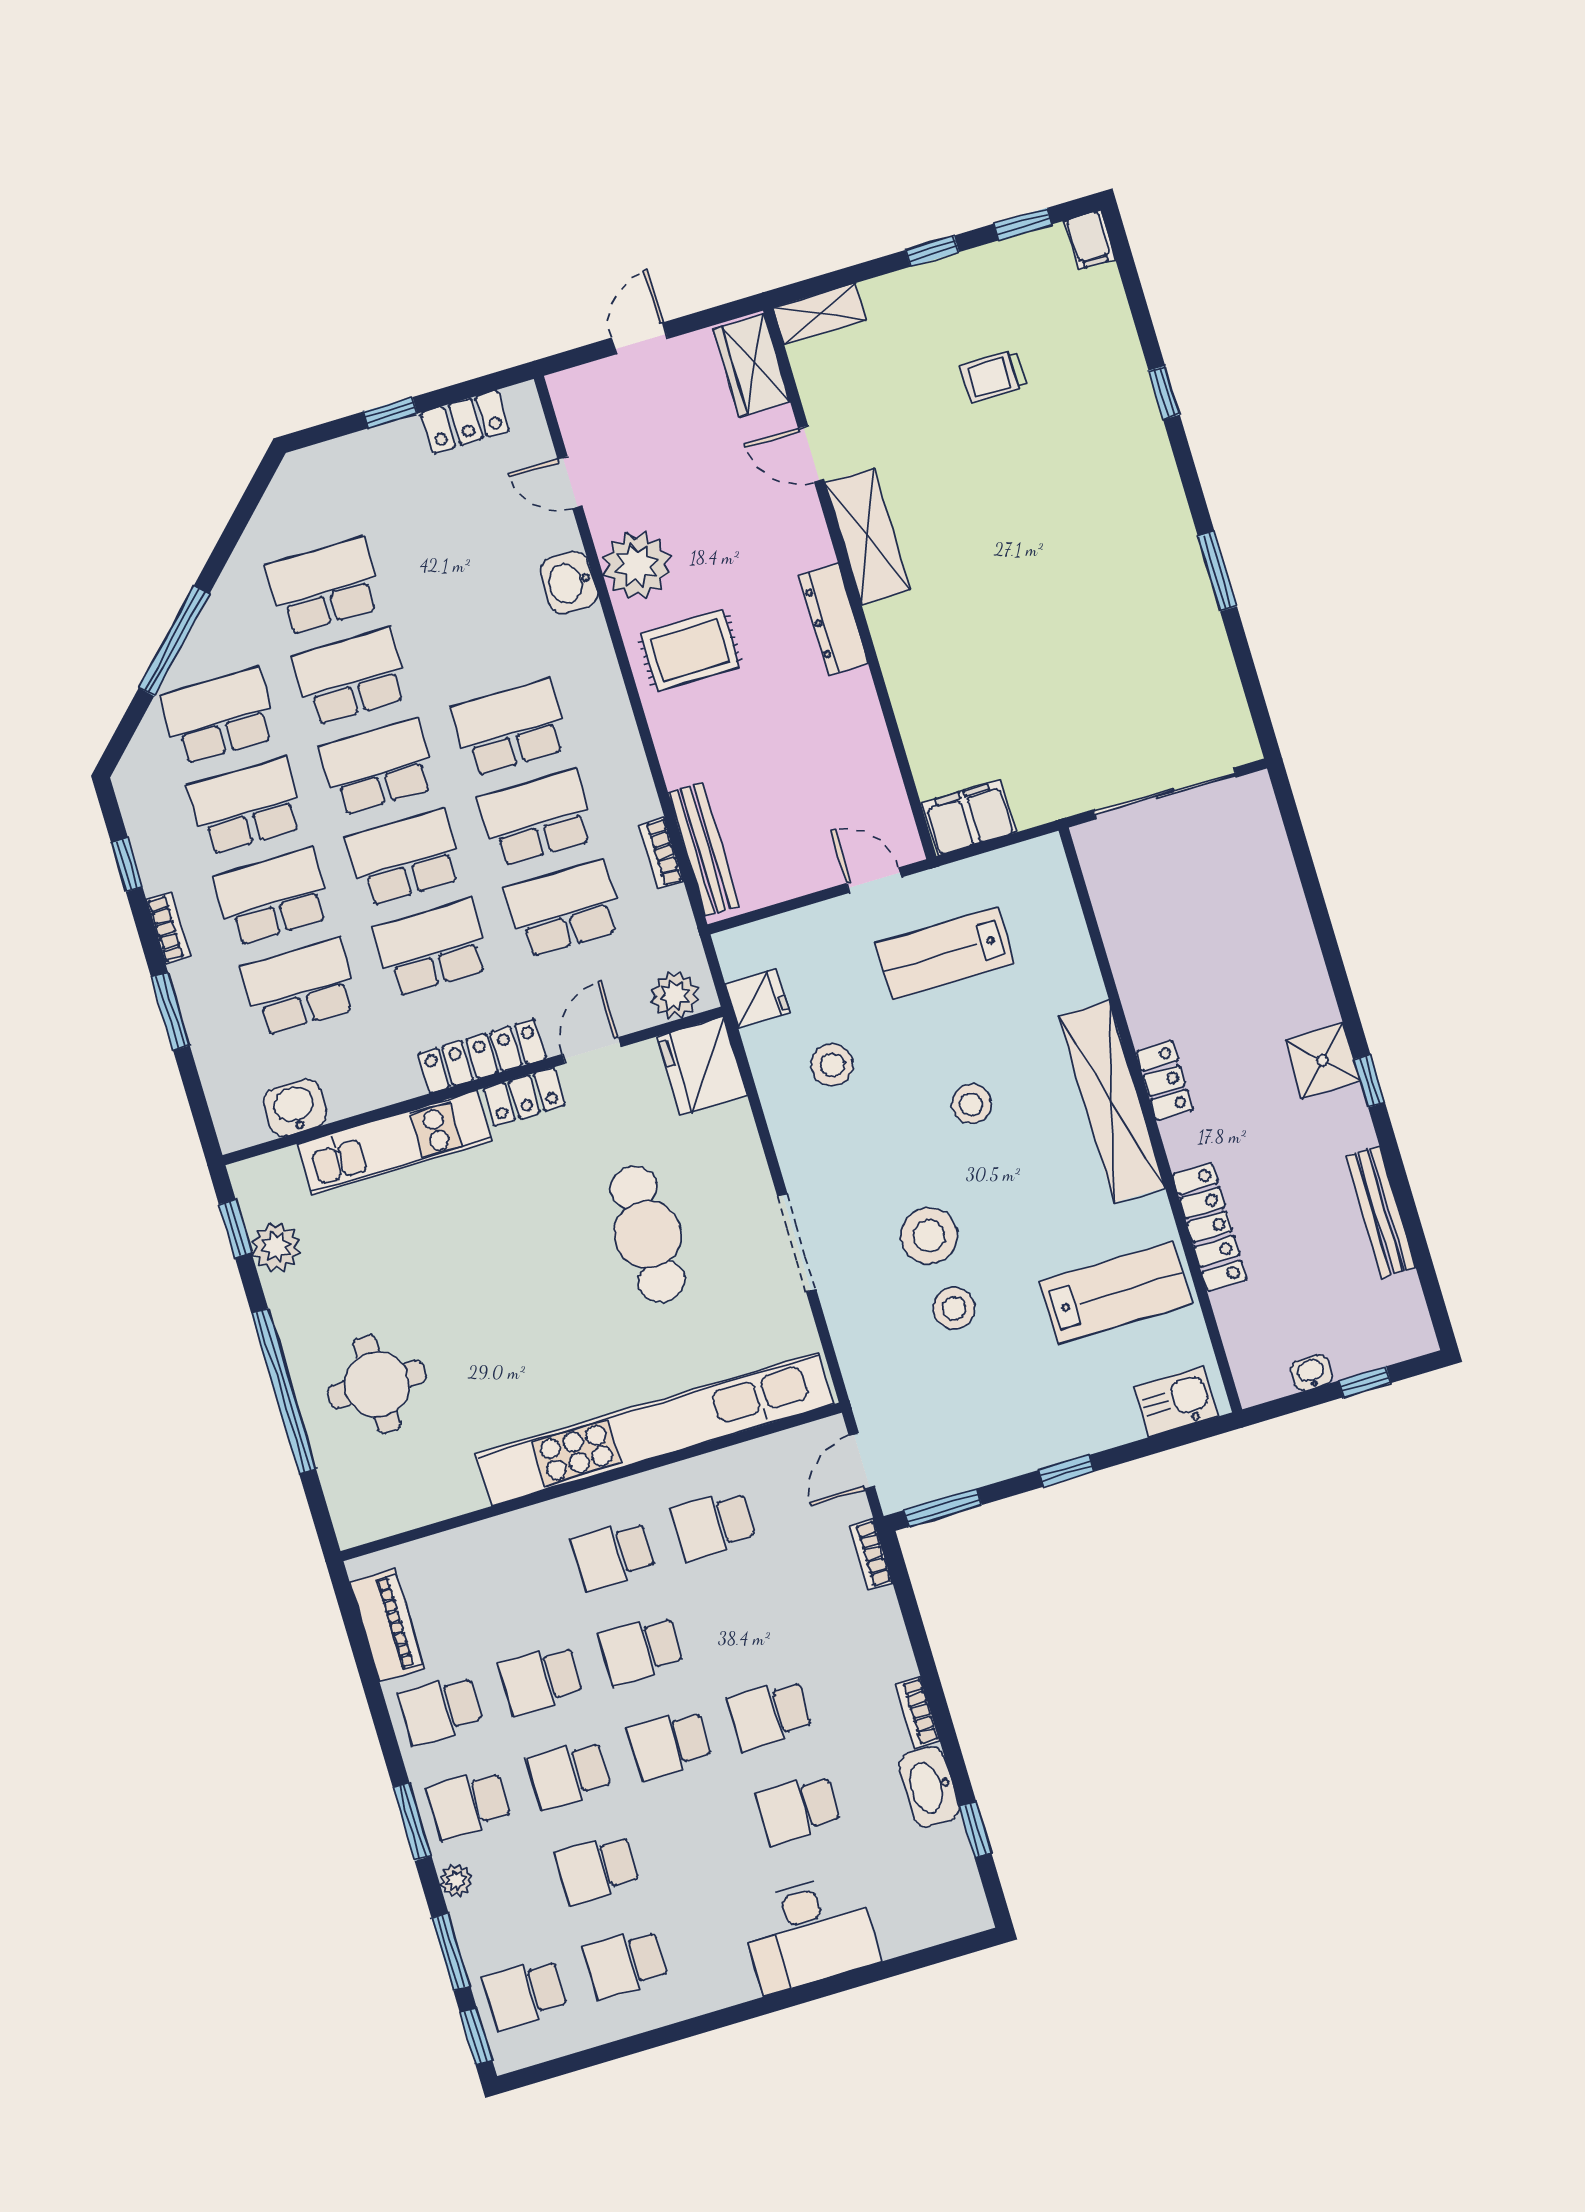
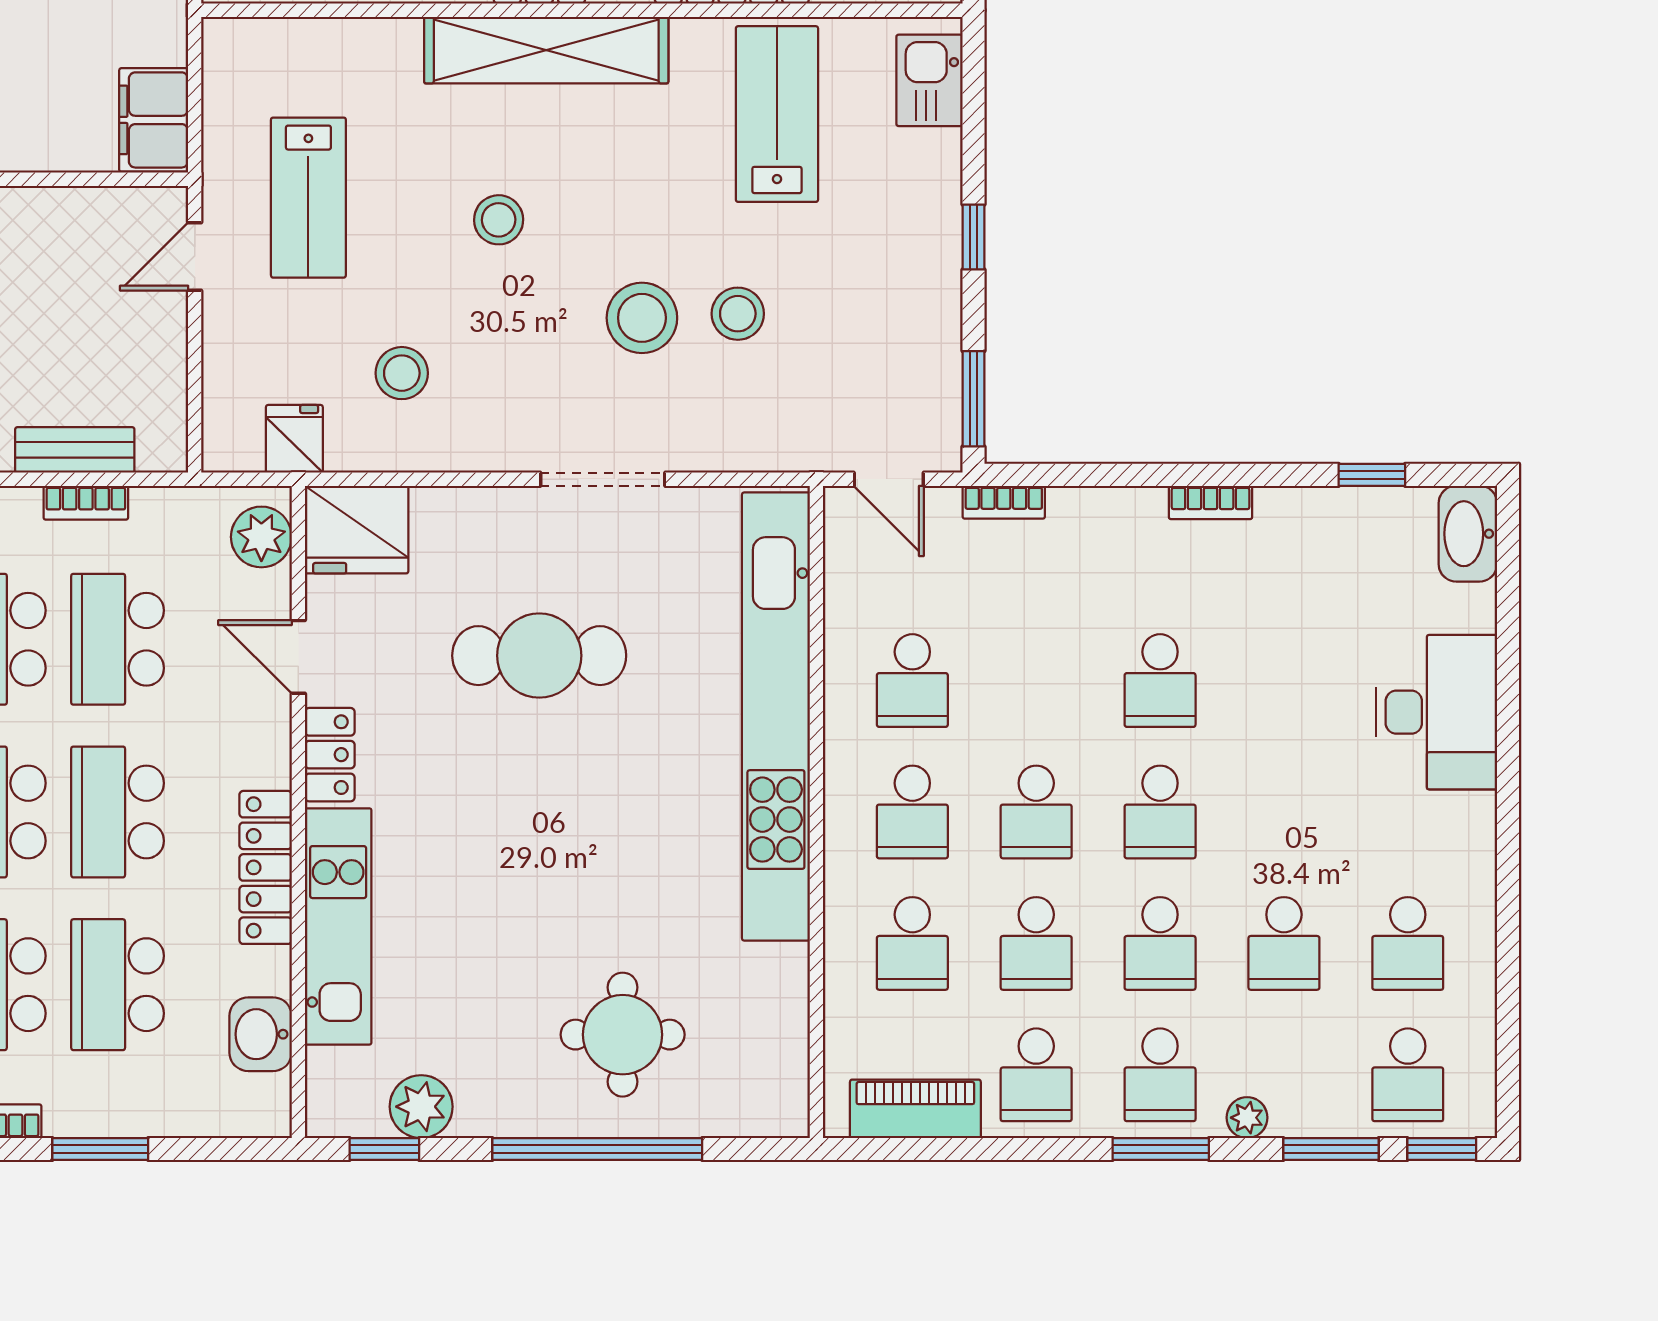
bench: (704, 849) -> (75, 450), width x0.73
locker: (482, 1056) -> (266, 867), moved
washbasin: (929, 1787) -> (1468, 534), moved, turned 90
school desk: (798, 1809) -> (912, 943), moved

